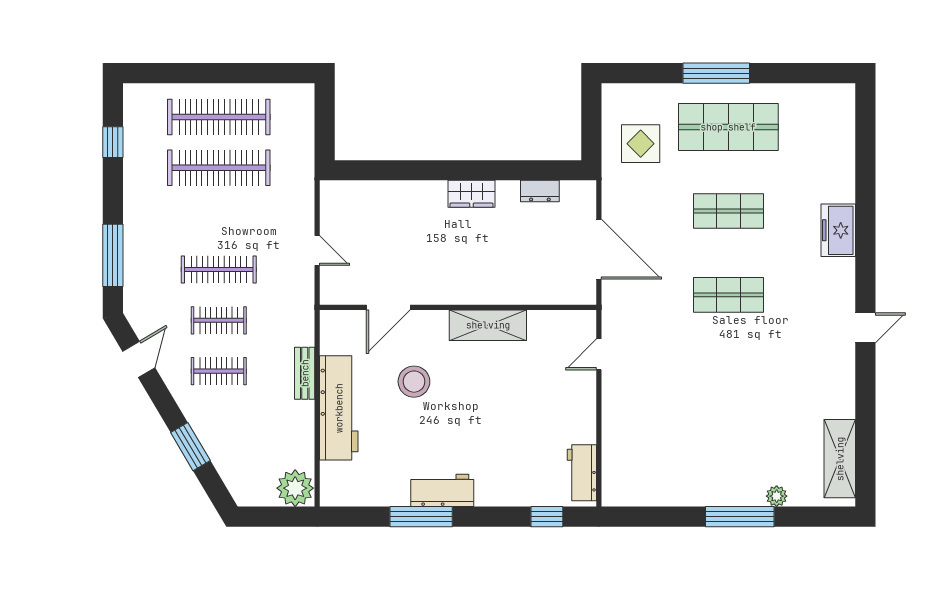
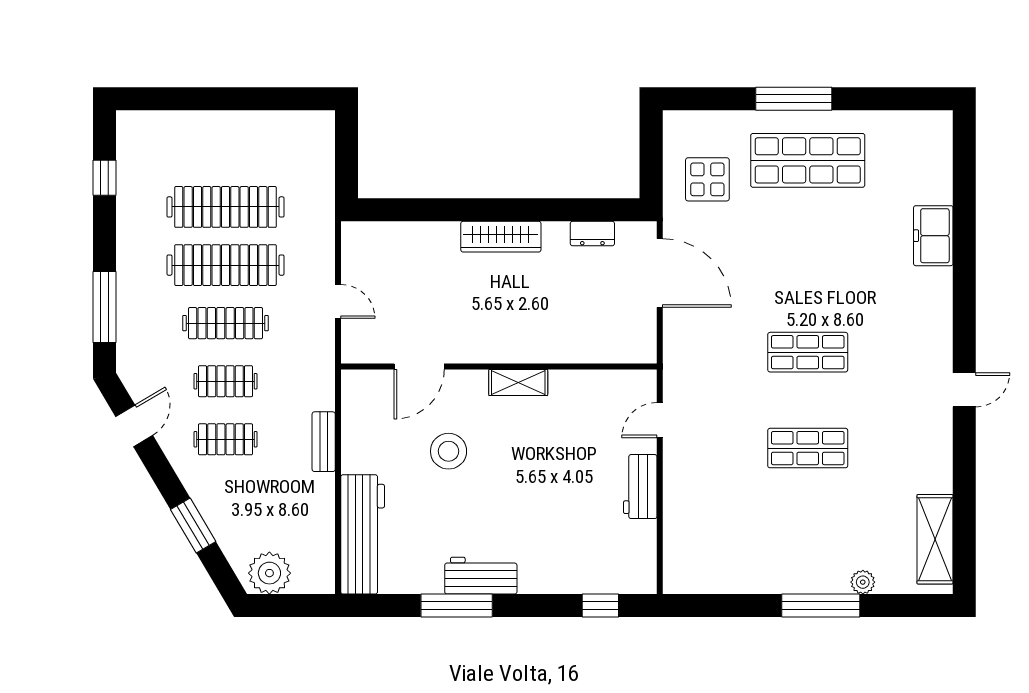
clothes rail: (219, 117) -> (225, 265), moved
wardrobe: (471, 194) -> (501, 237), width x1.50
shop shelf: (728, 211) -> (808, 448), moved
freezer: (838, 230) -> (933, 236), moved
door: (599, 249) -> (660, 273), moved
shelving: (488, 325) -> (518, 382), width x0.67, depth x0.75
workbench: (339, 408) -> (363, 534), moved
workbench: (582, 473) -> (640, 487), moved
plant: (295, 488) -> (269, 573), moved

